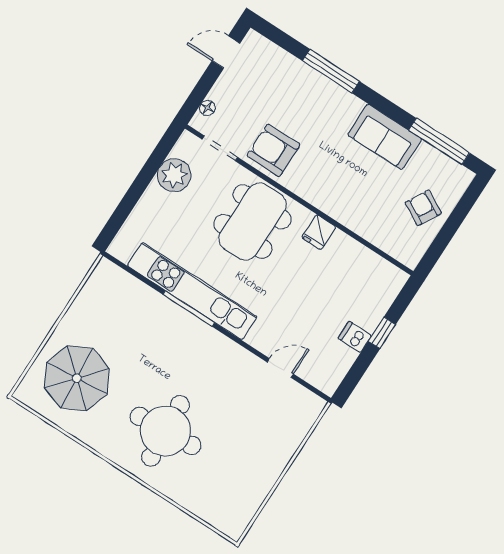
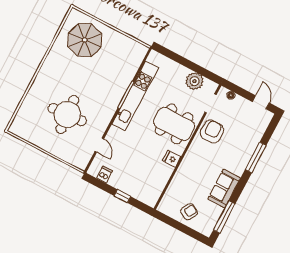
dishwasher: (355, 337) -> (104, 174), moved
round table: (165, 431) -> (67, 115), moved

